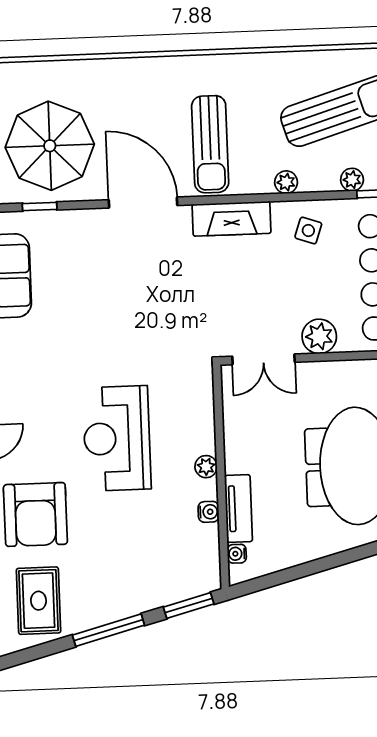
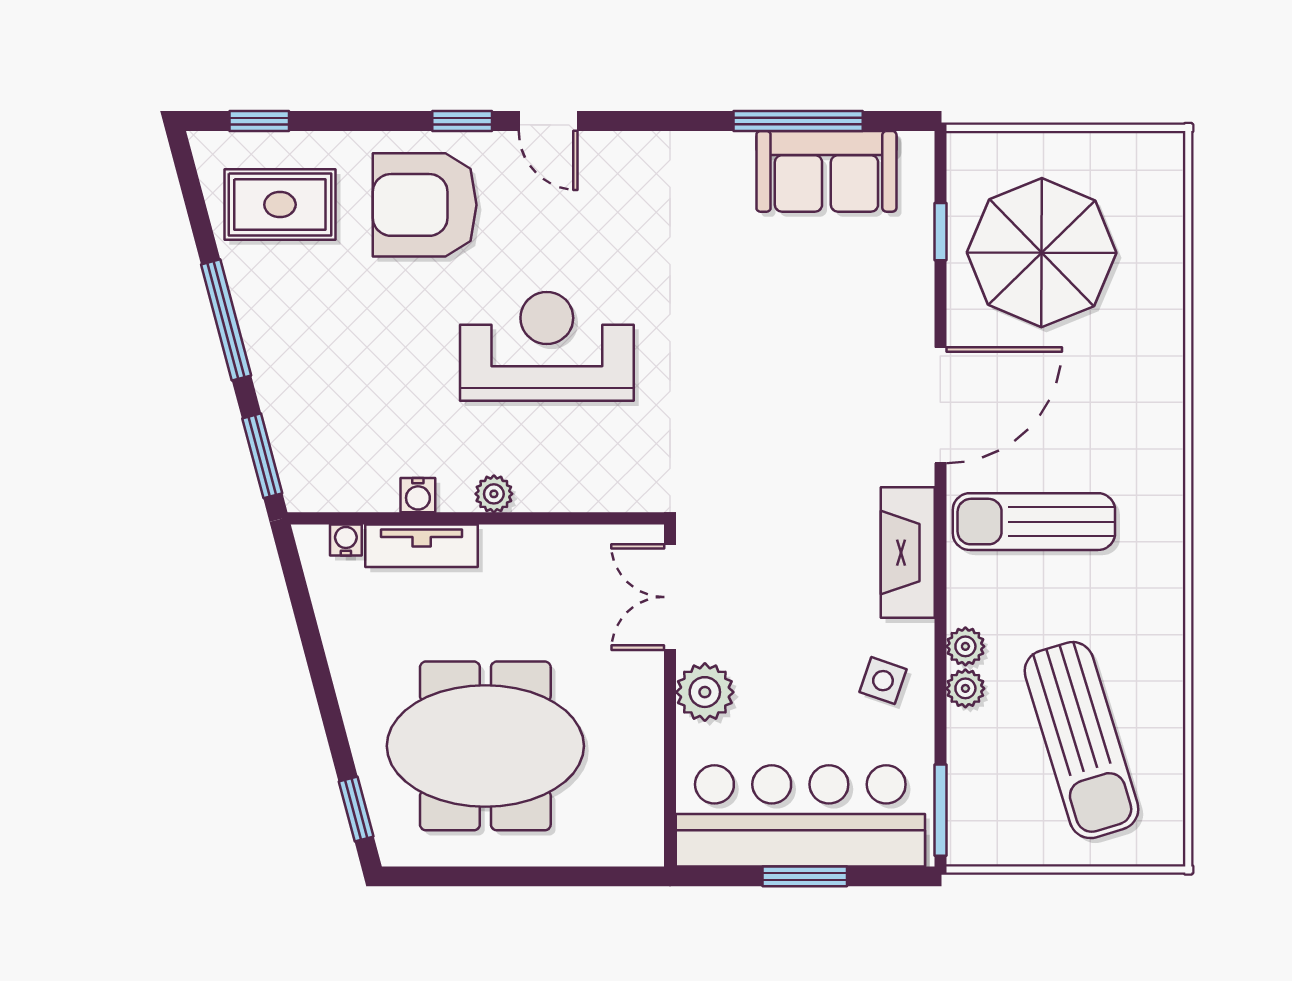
plant: (352, 180) -> (965, 688), moved

